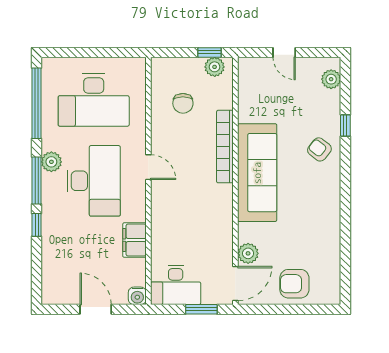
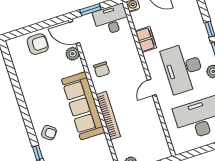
chair: (183, 103) -> (102, 69), moved, turned 180
door: (148, 167) -> (152, 87), hinge flipped
door: (235, 283) -> (74, 33), hinge flipped

